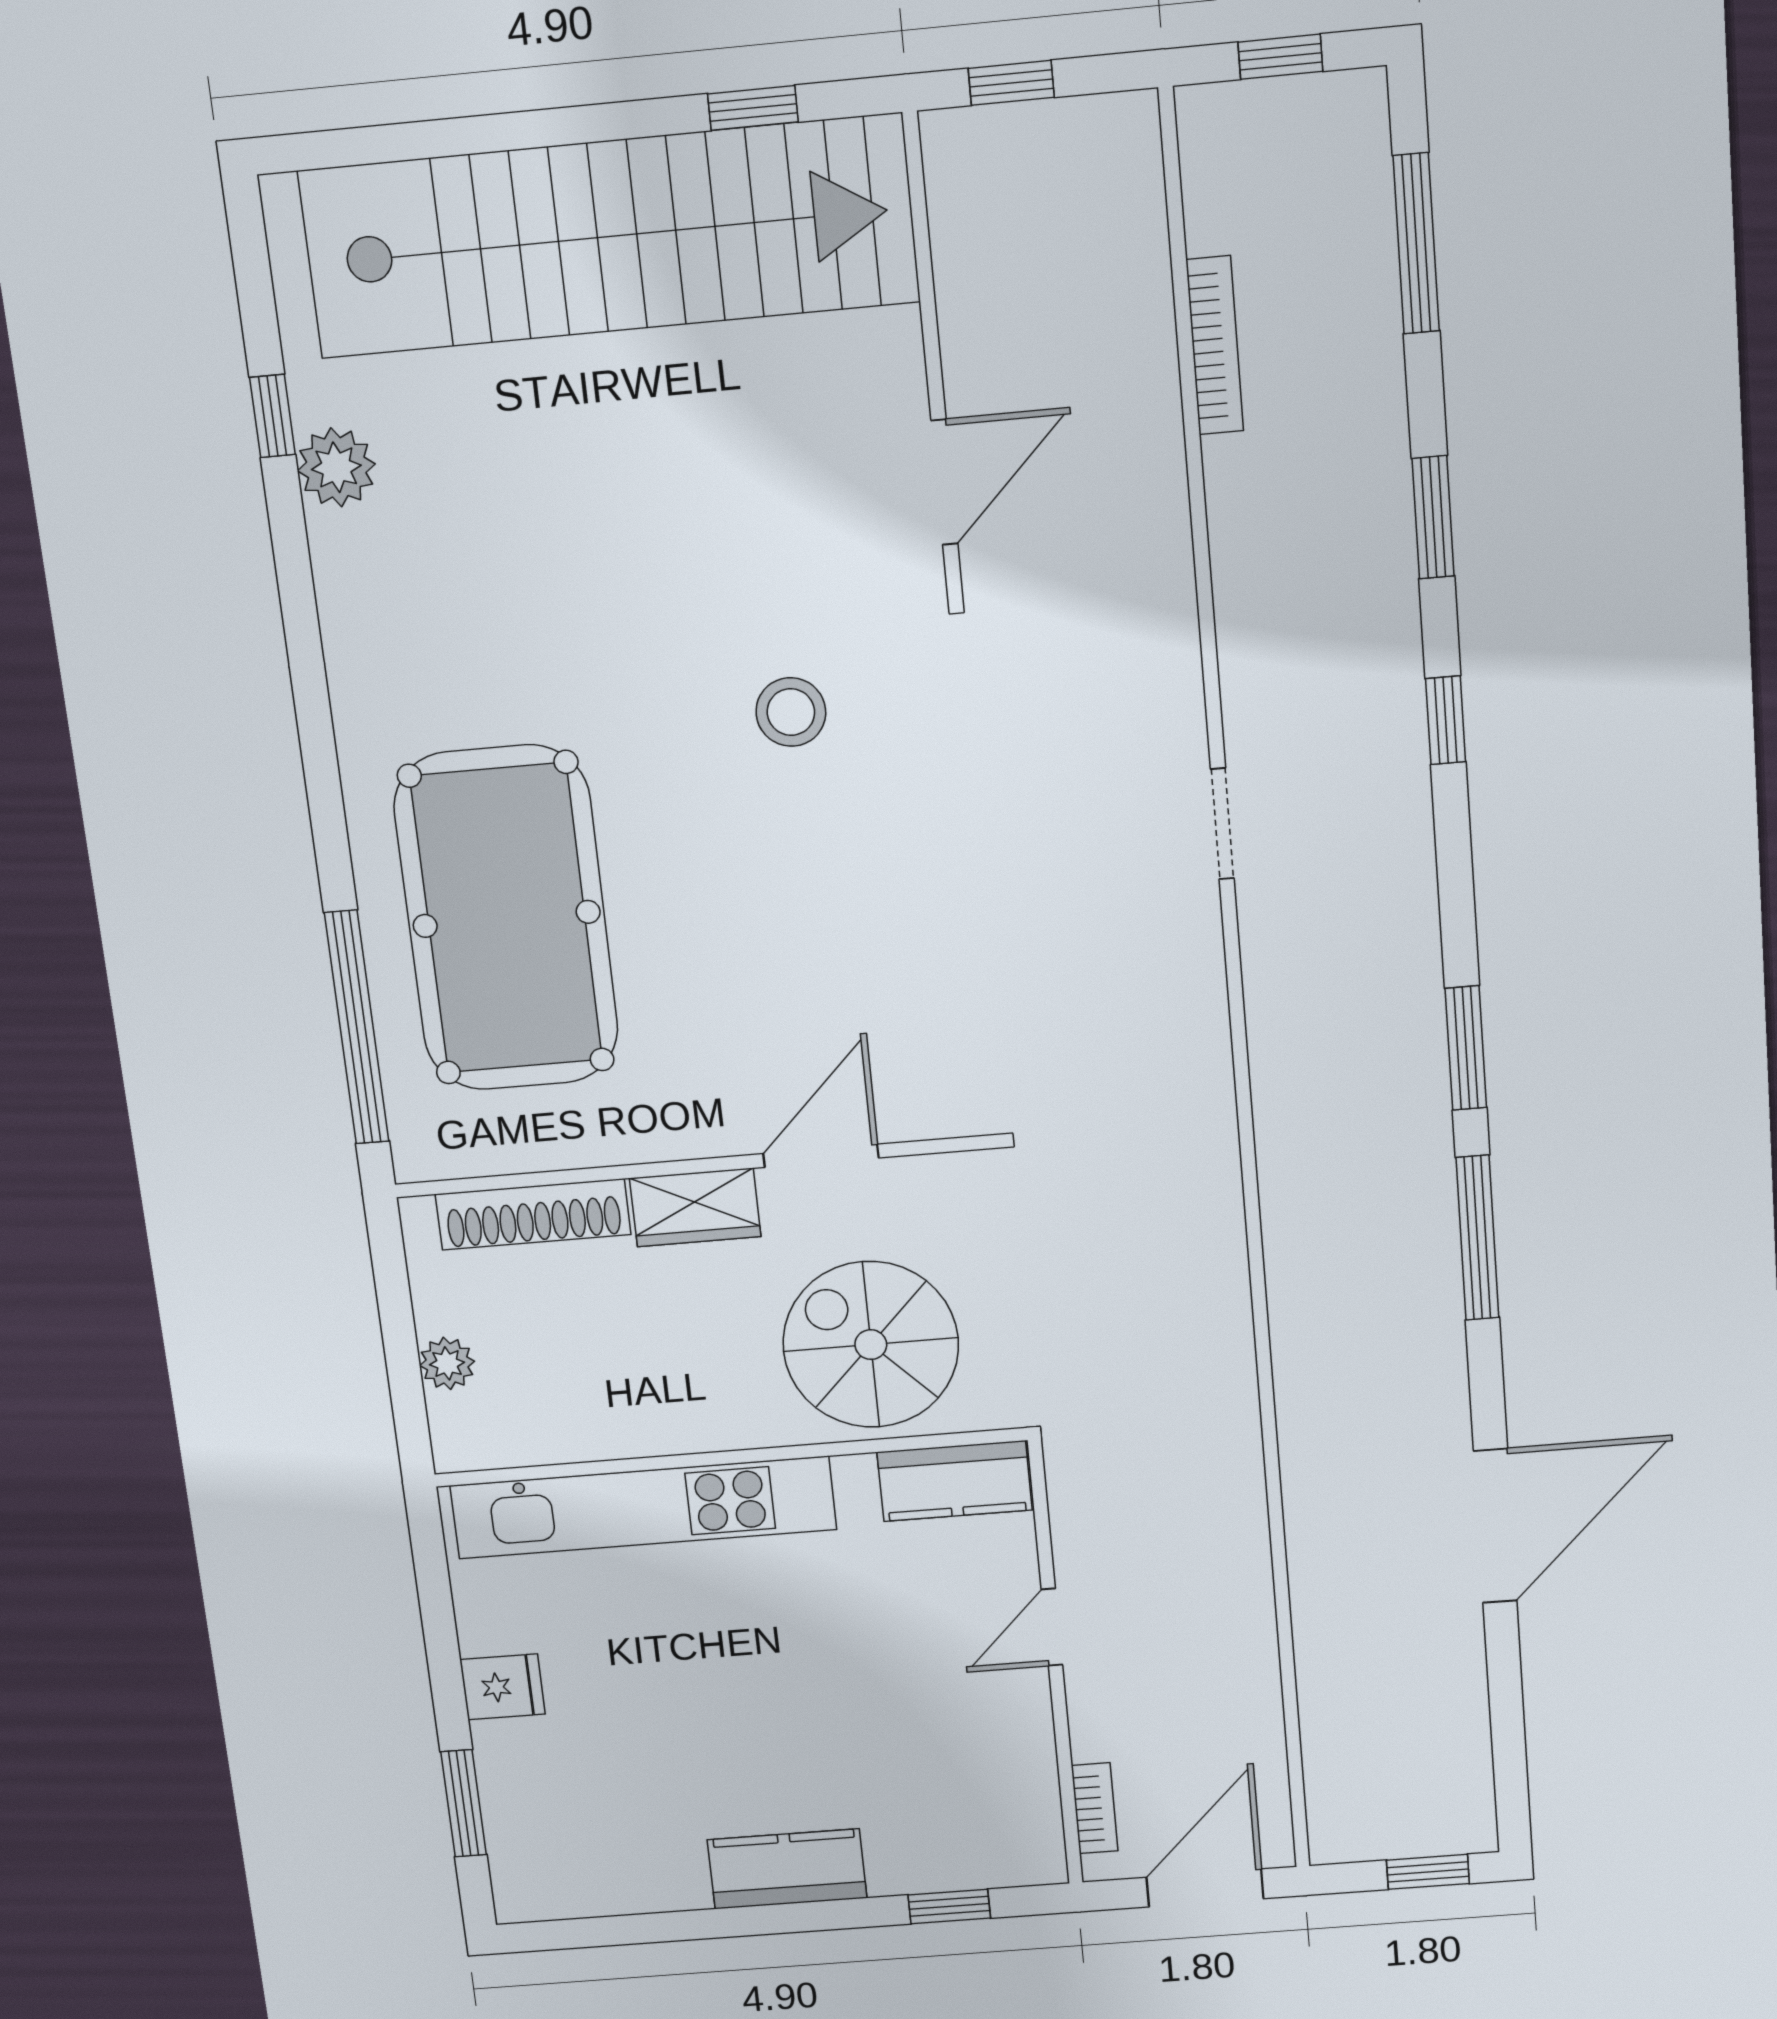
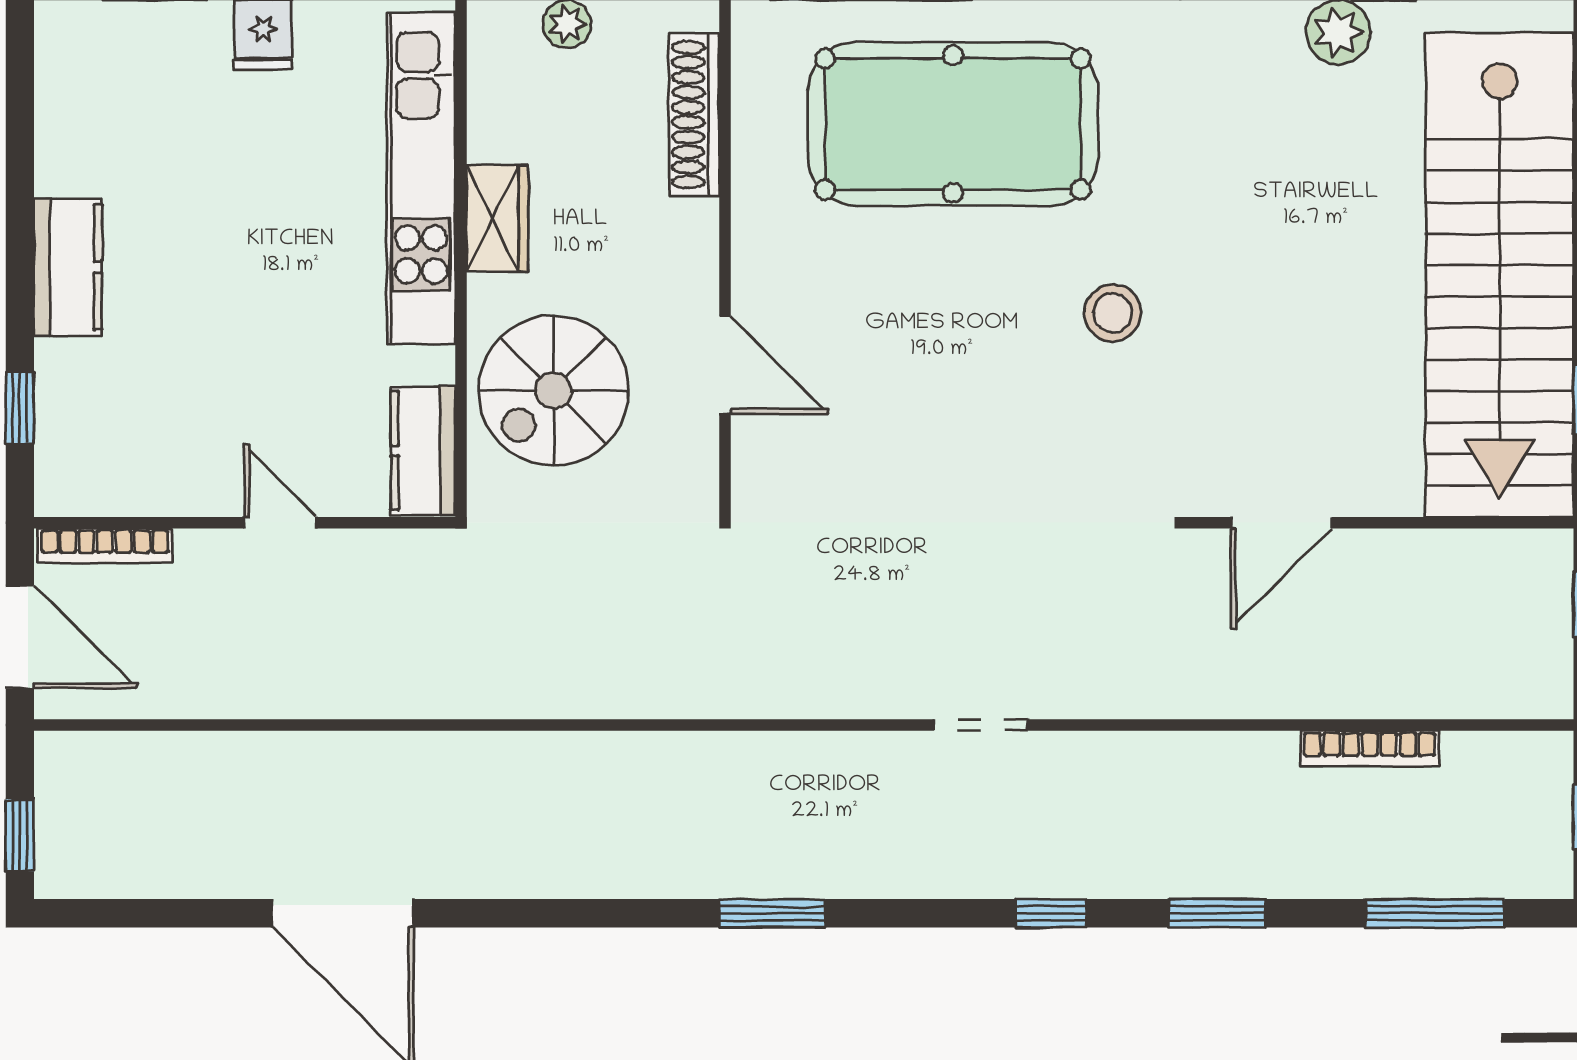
door: (944, 482) -> (1281, 523), hinge flipped
stool: (791, 712) -> (1113, 313), moved
wardrobe: (695, 1207) -> (497, 218), moved, turned 180
window: (1477, 1238) -> (605, 913), removed
spiral stairs: (871, 1345) -> (553, 391), turned 180
bookcase: (1095, 1808) -> (105, 546), width x1.56

